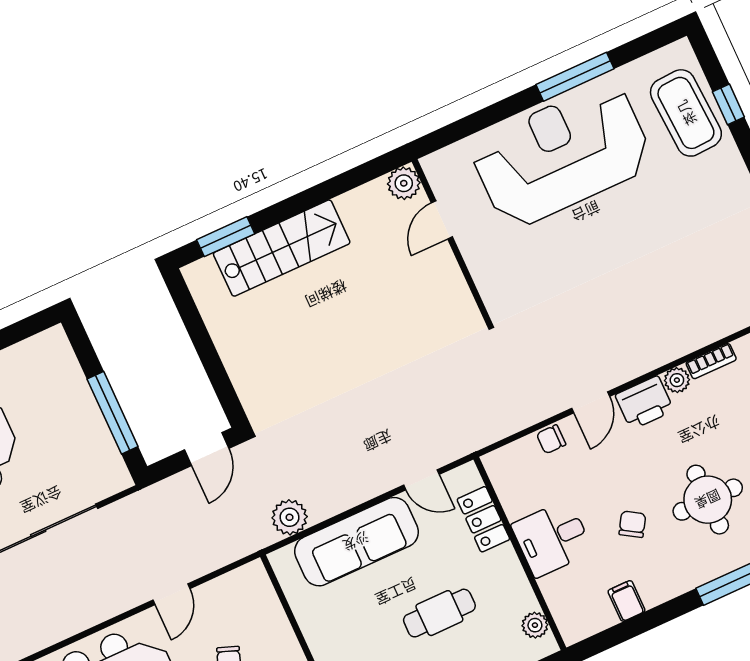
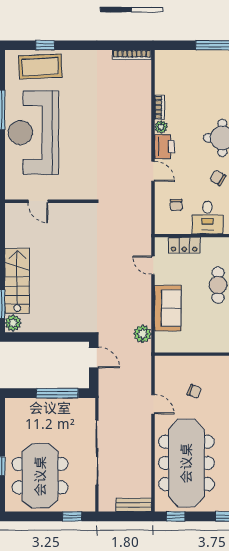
plant: (404, 183) -> (13, 323), moved
chair: (551, 439) -> (176, 205), moved
door: (421, 480) -> (153, 265), swing flipped
sofa: (356, 542) -> (168, 308), width x0.73

